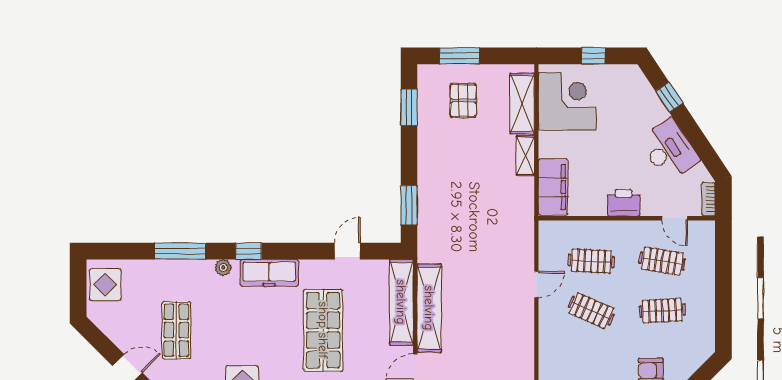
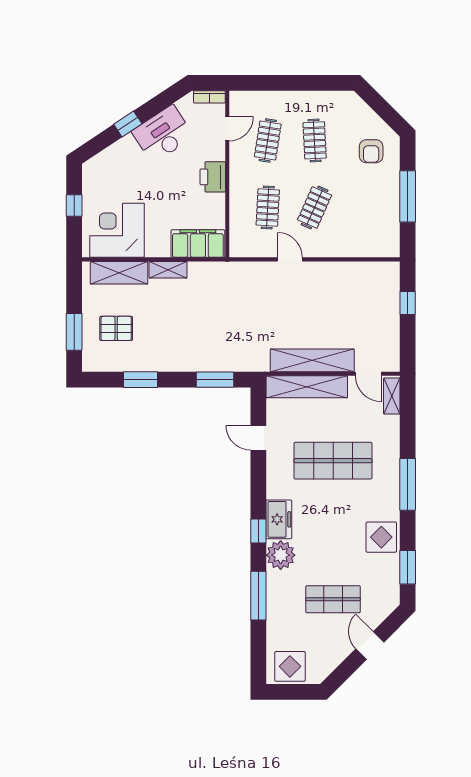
window: (669, 97) -> (128, 124), moved
window: (409, 107) -> (141, 380), moved
plant: (223, 267) -> (281, 555), width x1.87, depth x1.87
freezer: (269, 273) -> (279, 519), width x0.71

